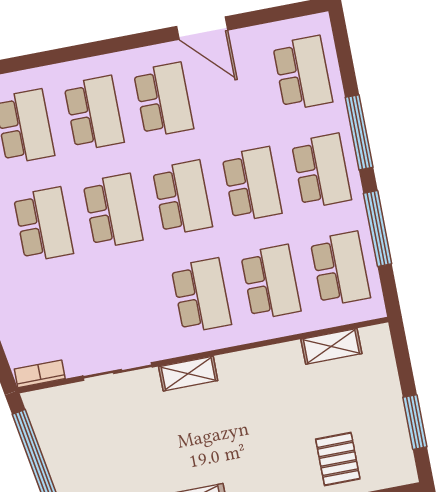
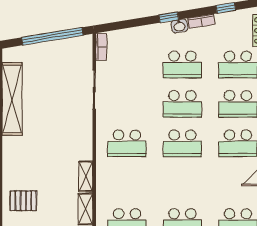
school desk: (252, 184) -> (182, 183), removed
school desk: (271, 282) -> (127, 183), removed
shelving: (188, 374) -> (86, 177), moved

